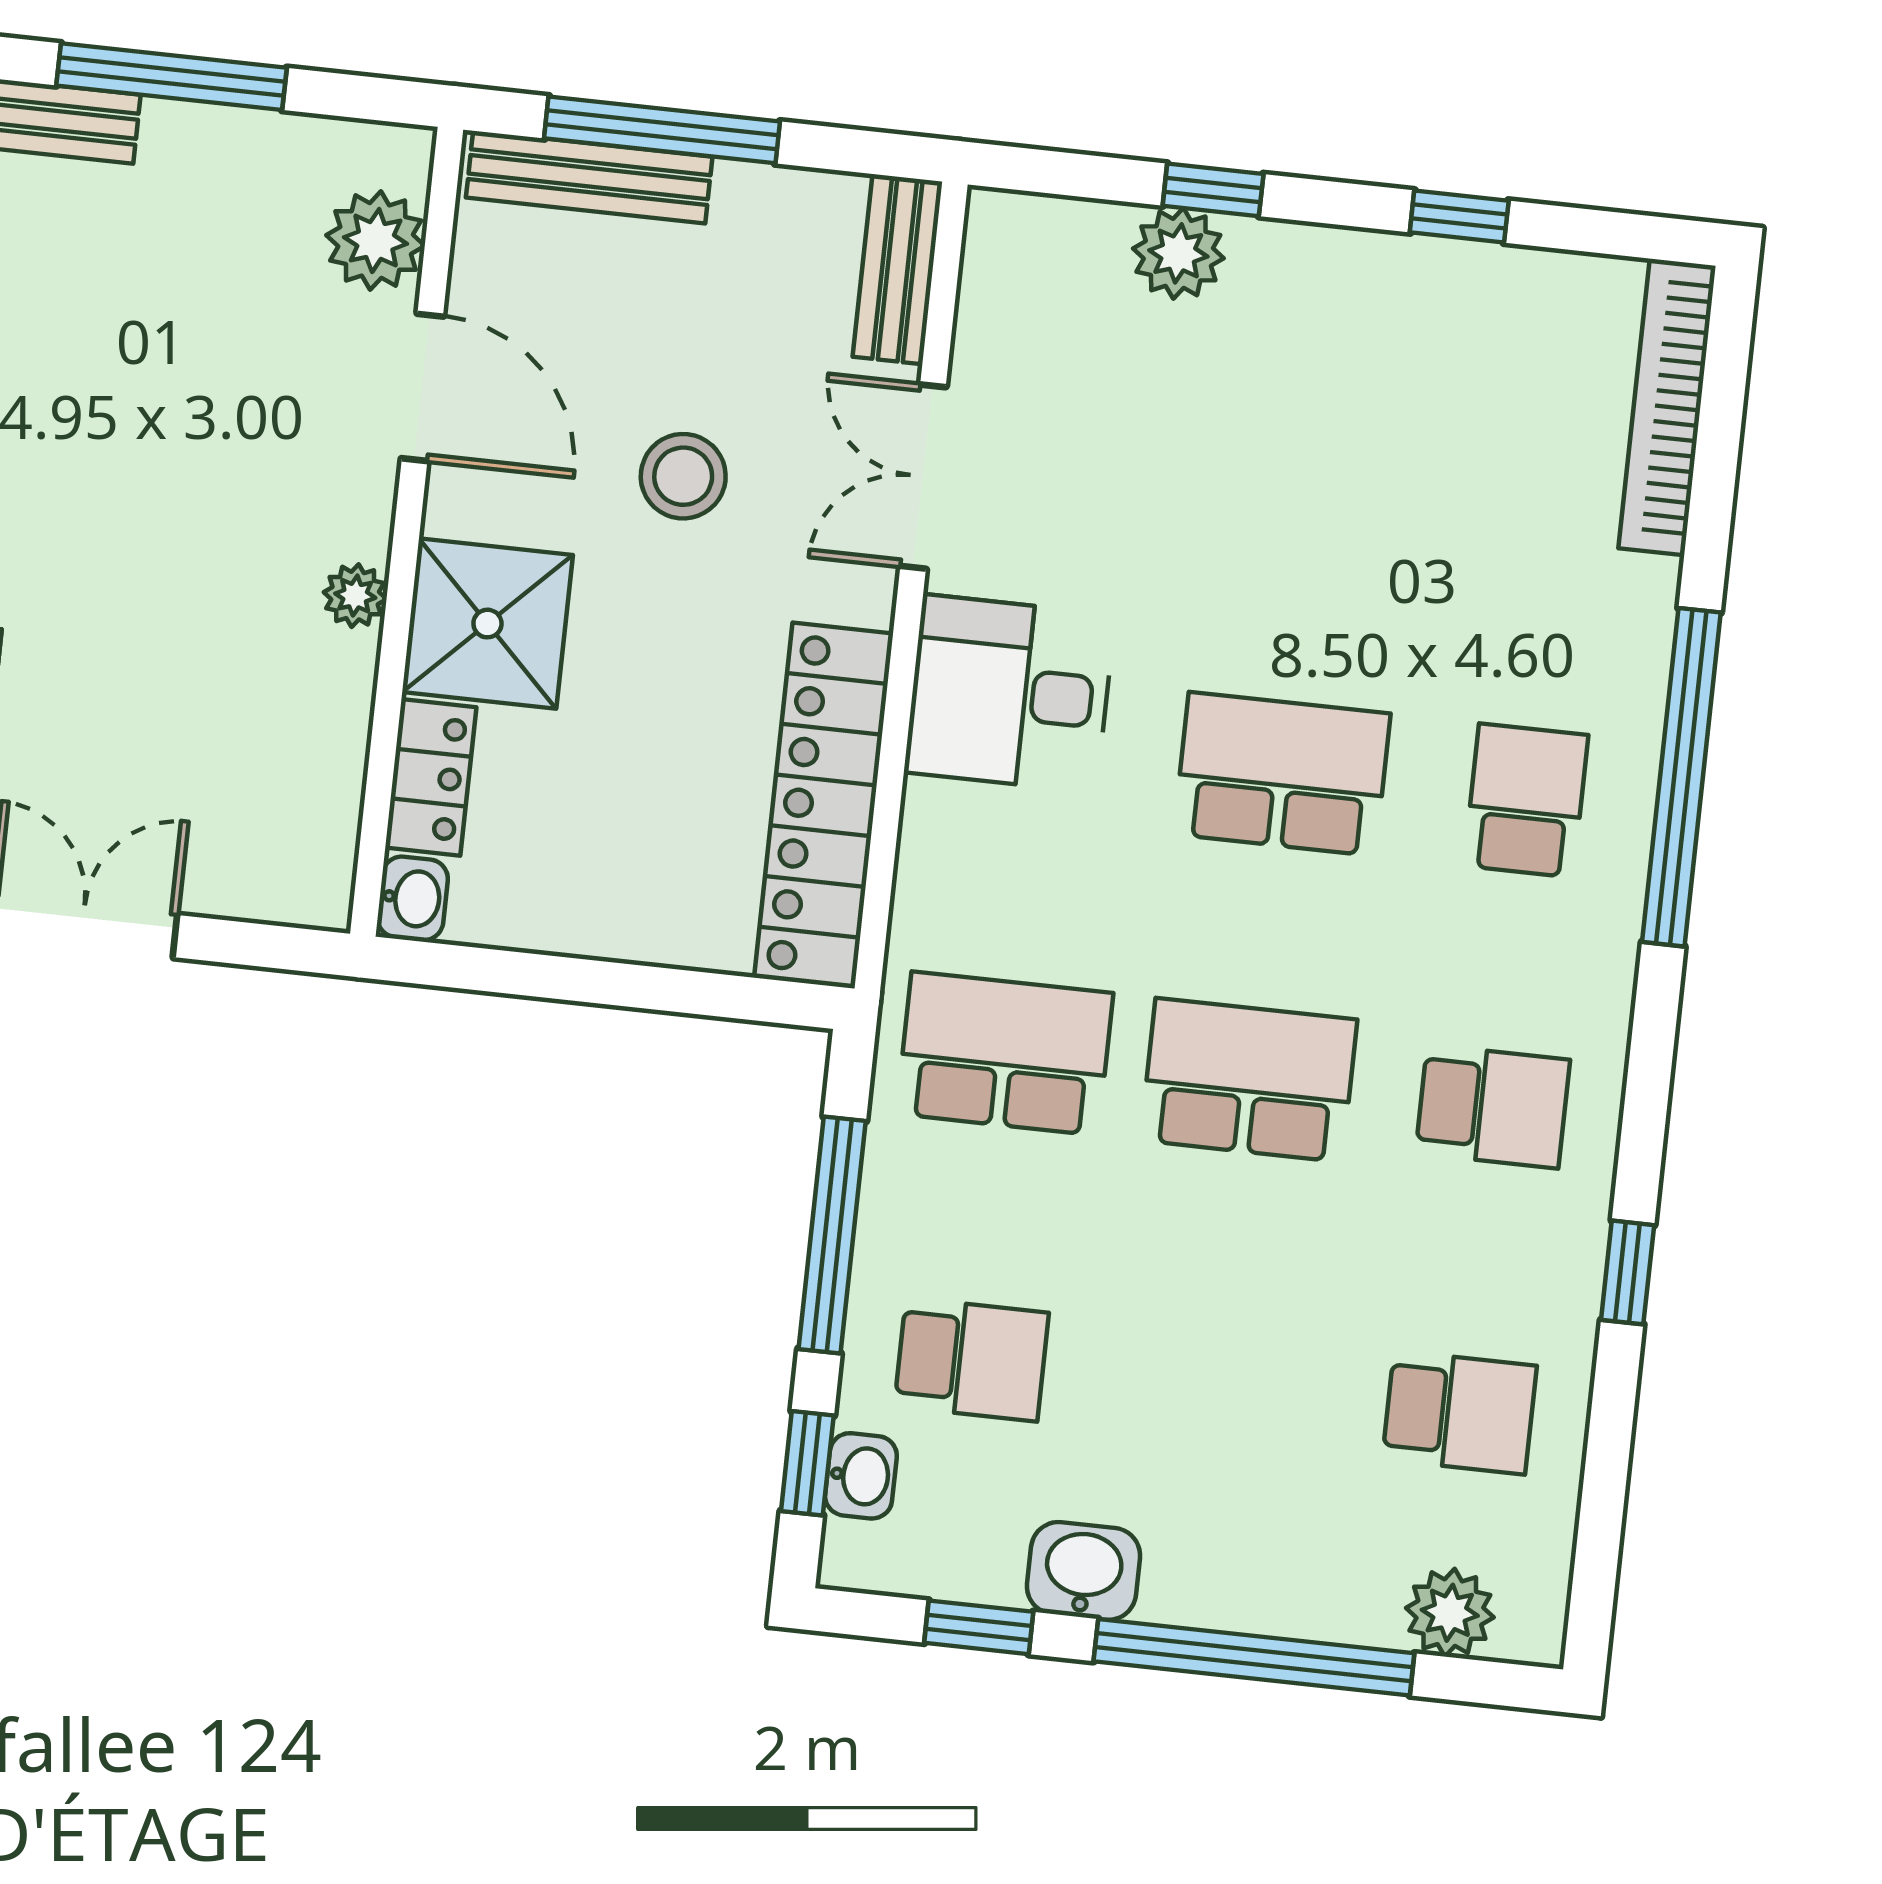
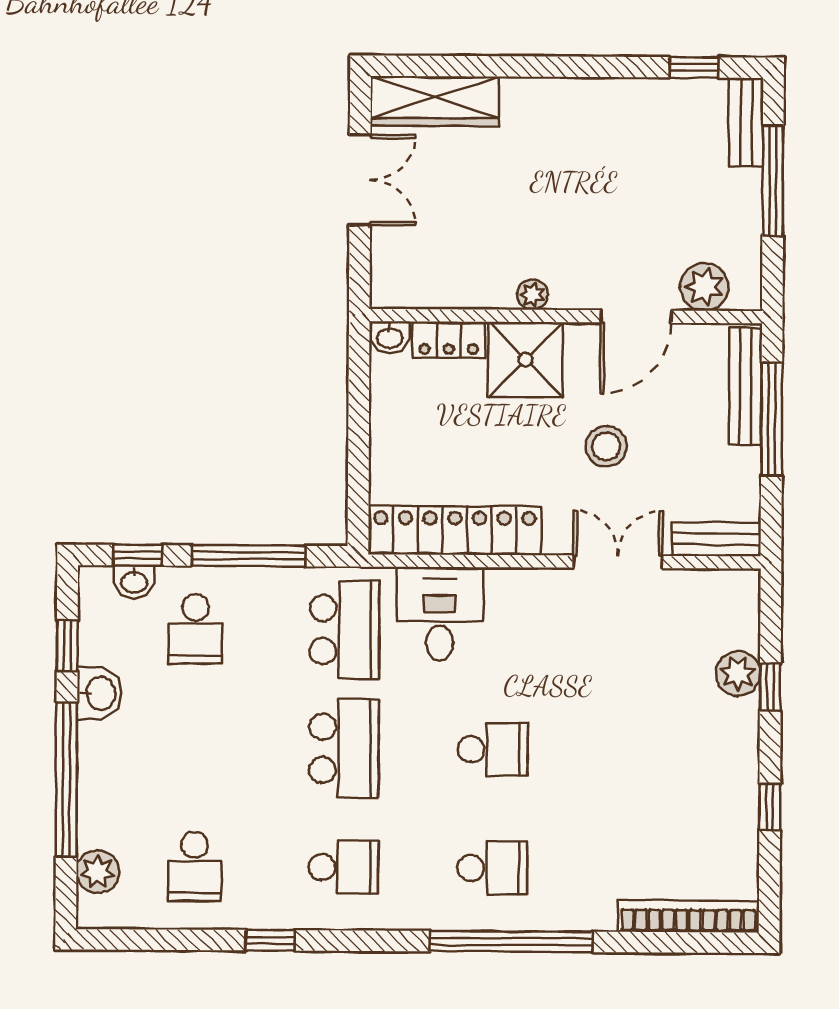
desk: (1010, 693) -> (440, 614), moved
school desk: (1282, 774) -> (493, 749), width x0.54
school desk: (1493, 1106) -> (343, 867), turned -90

